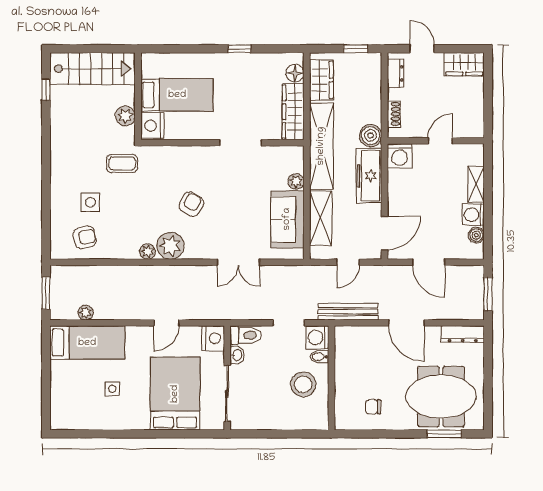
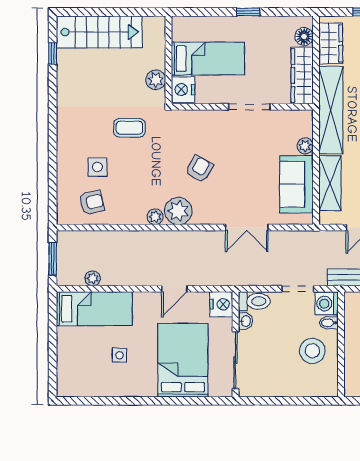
bed: (177, 95) -> (208, 59), moved
wall: (138, 96) -> (169, 60), moved
plant: (125, 116) -> (156, 80), moved
nightstand: (152, 126) -> (183, 90), moved

